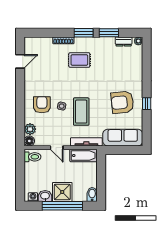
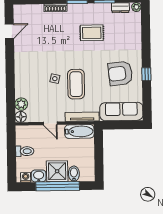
rug: (79, 60) -> (92, 33), moved
armchair: (42, 105) -> (34, 78), removed
toilet: (33, 157) -> (25, 151), moved
bidet: (92, 195) -> (74, 174), moved

